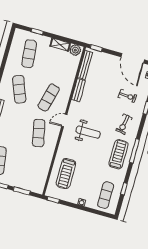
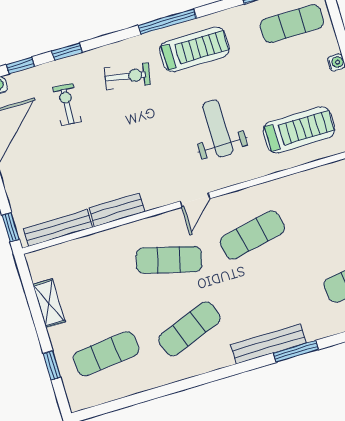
plant: (75, 50) -> (41, 266), removed
door: (64, 120) -> (195, 200), hinge flipped
weight bench: (88, 132) -> (218, 128), moved
treadmill: (118, 154) -> (194, 49), turned 180

